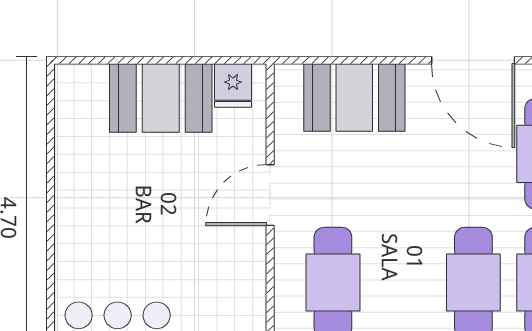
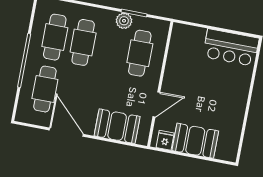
door: (270, 195) -> (156, 104), moved

